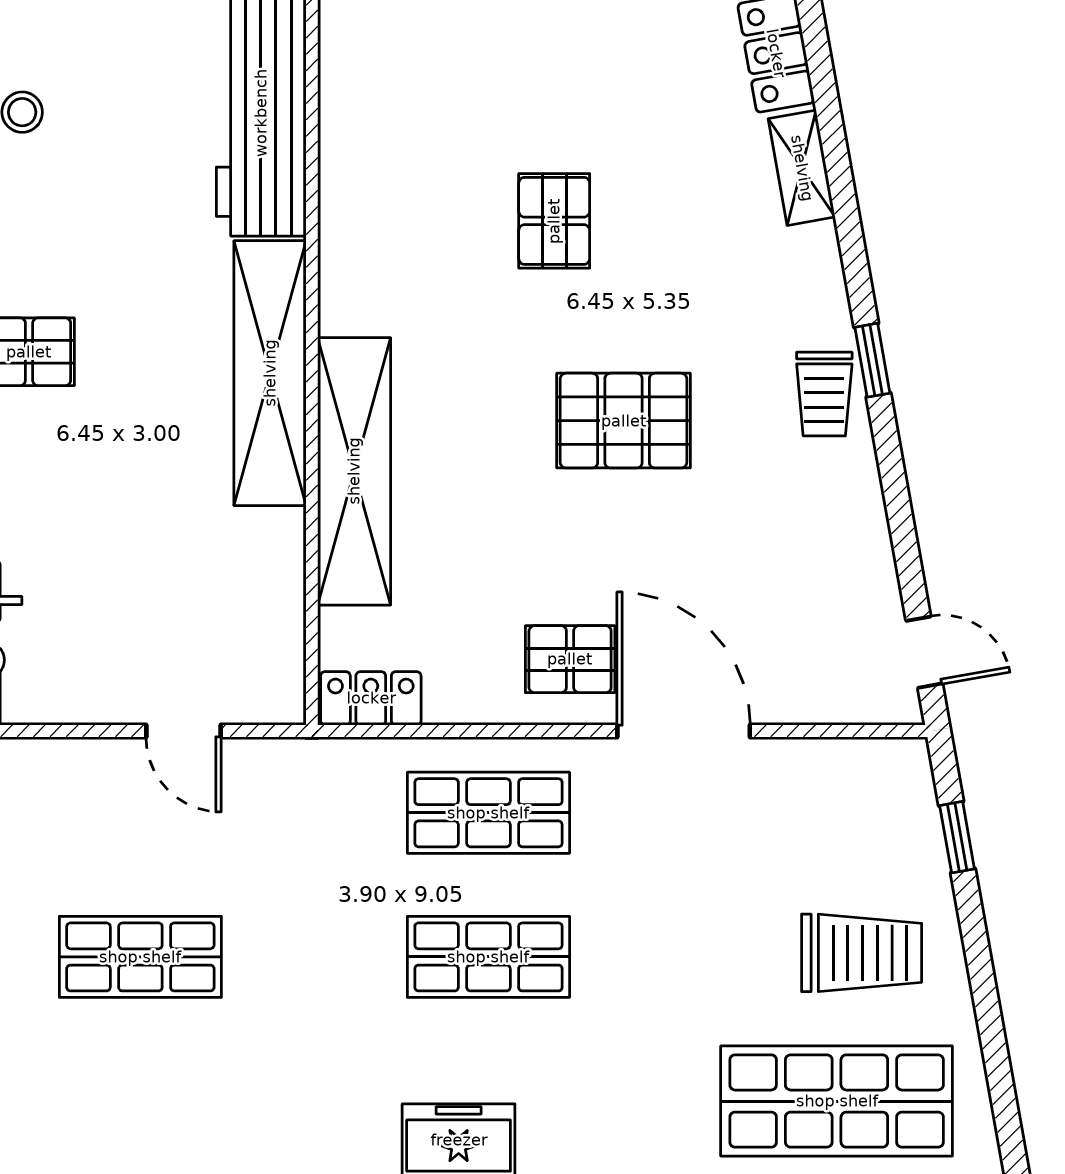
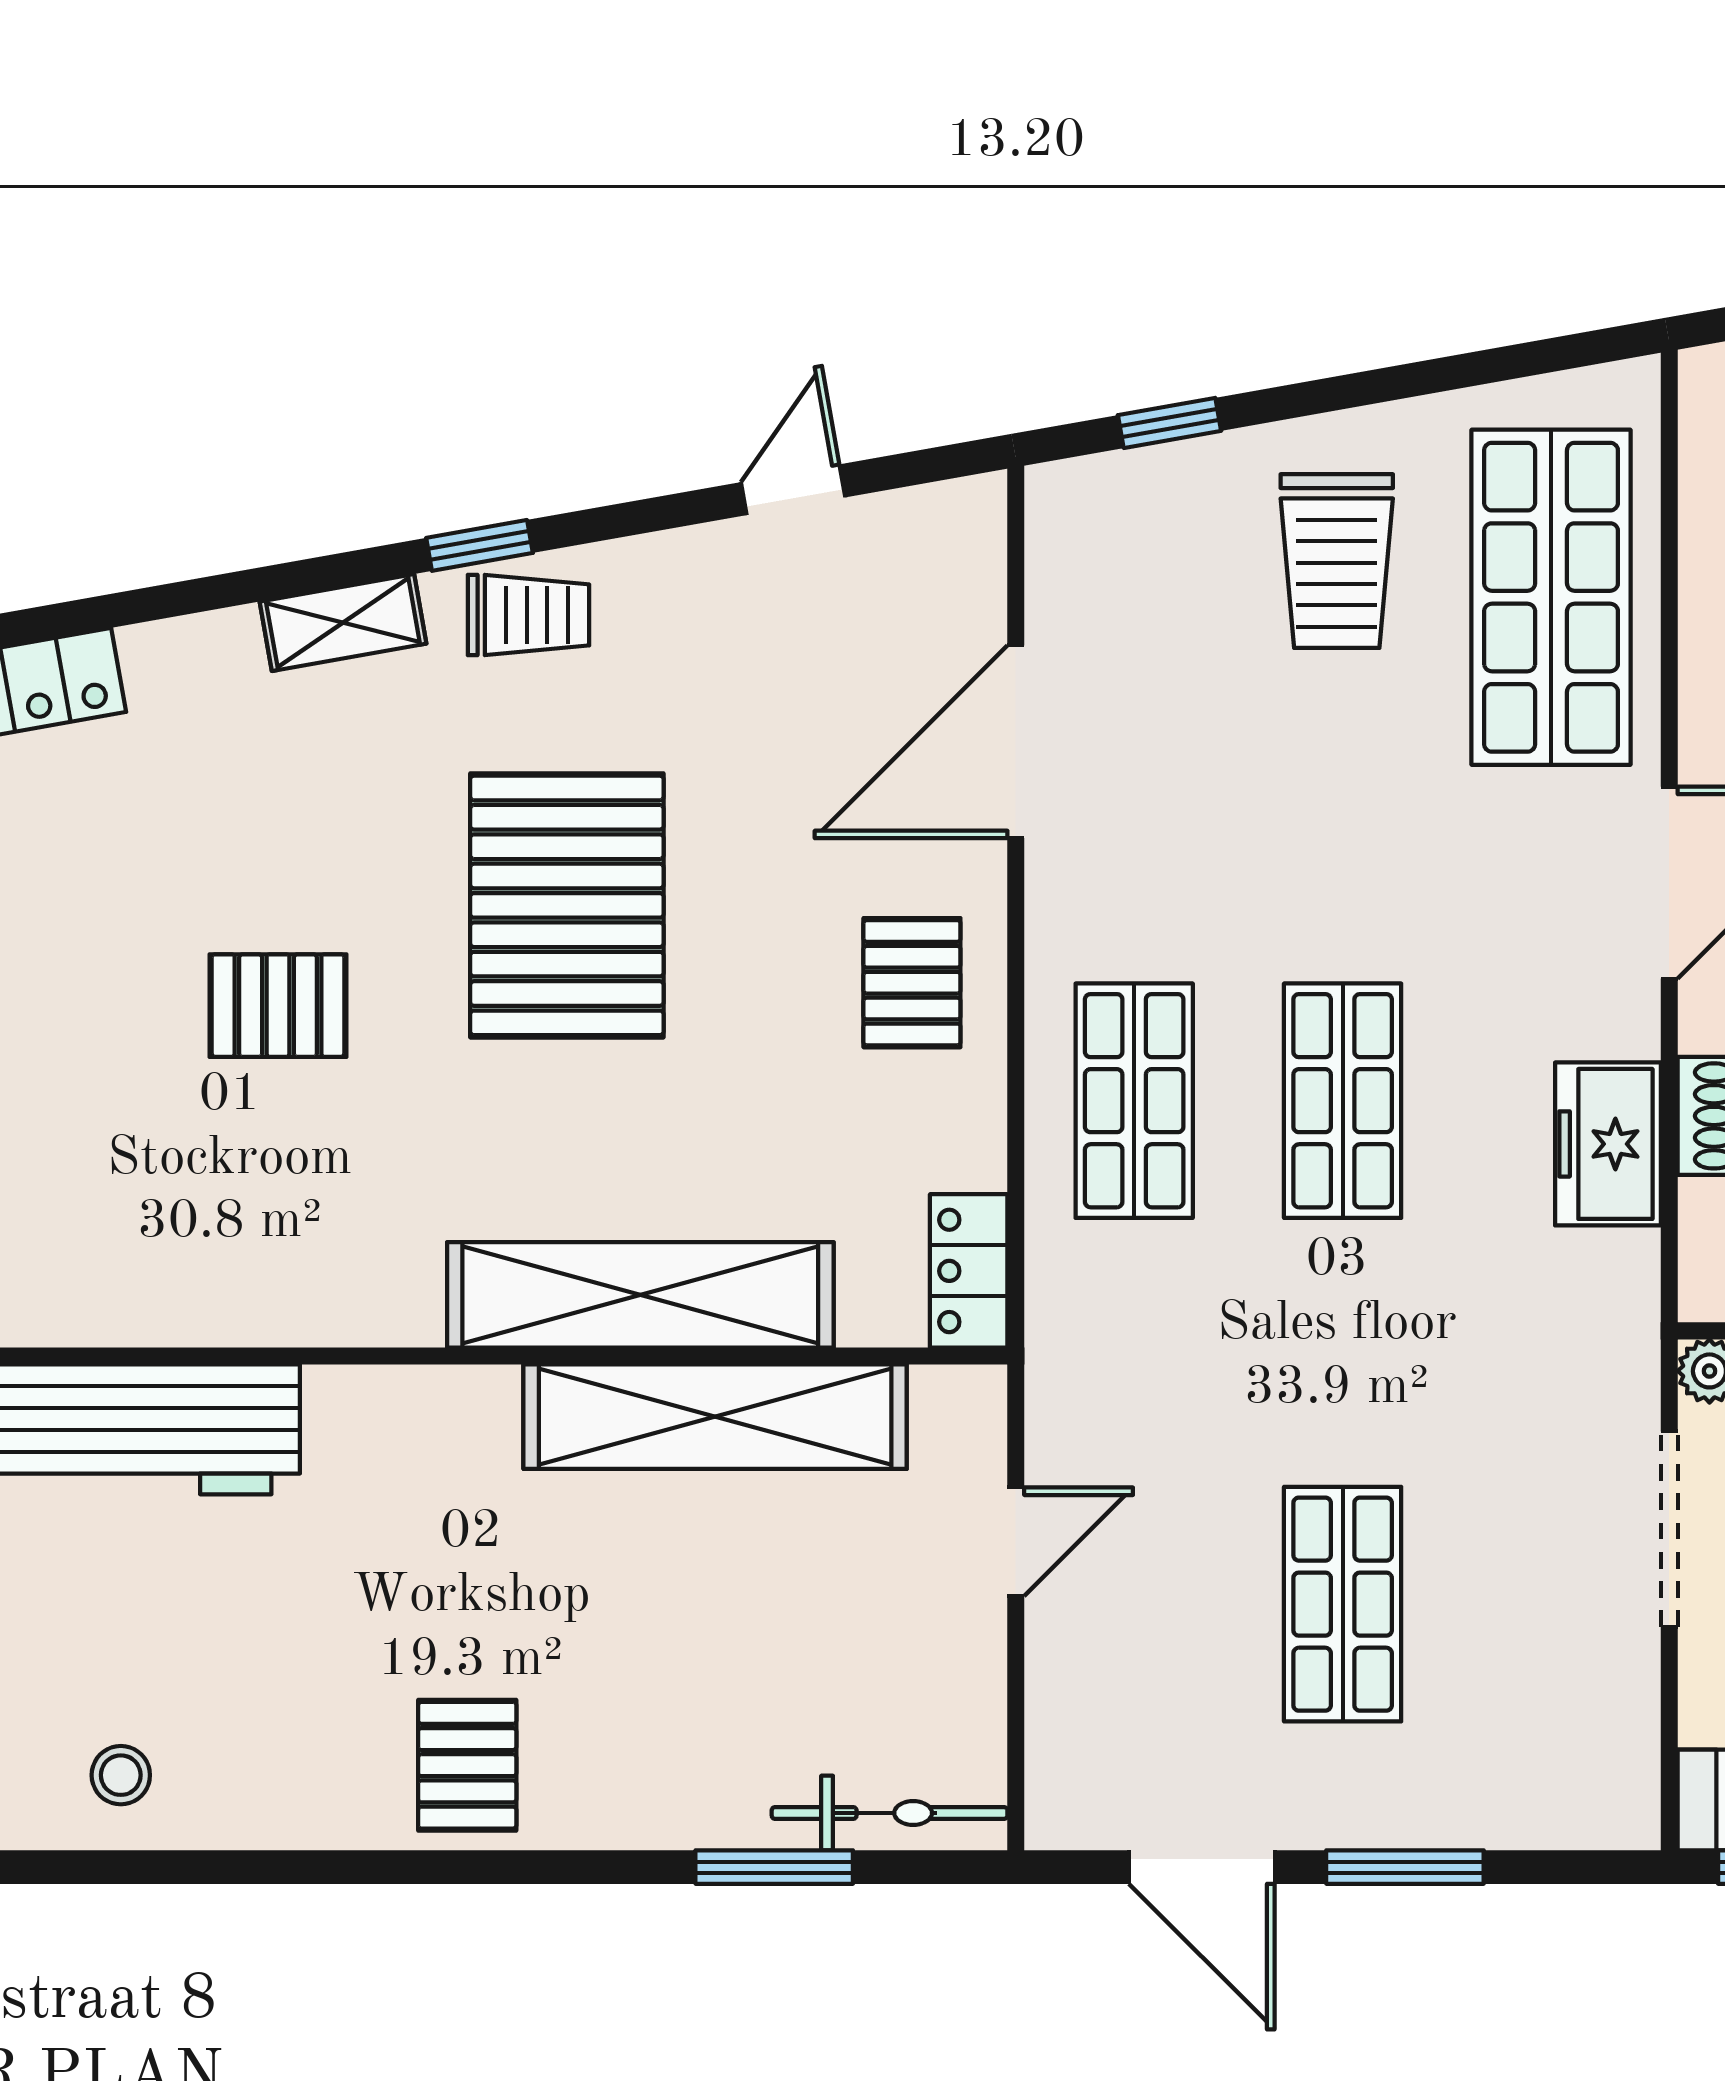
shelving: (802, 168) -> (343, 623), moved
shelving: (270, 373) -> (715, 1417), moved
pallet: (624, 421) -> (567, 905), width x1.37, depth x1.41
door: (924, 652) -> (793, 490), moved
door: (684, 731) -> (1016, 742), moved
trolley: (862, 953) -> (1337, 561), turned 180

